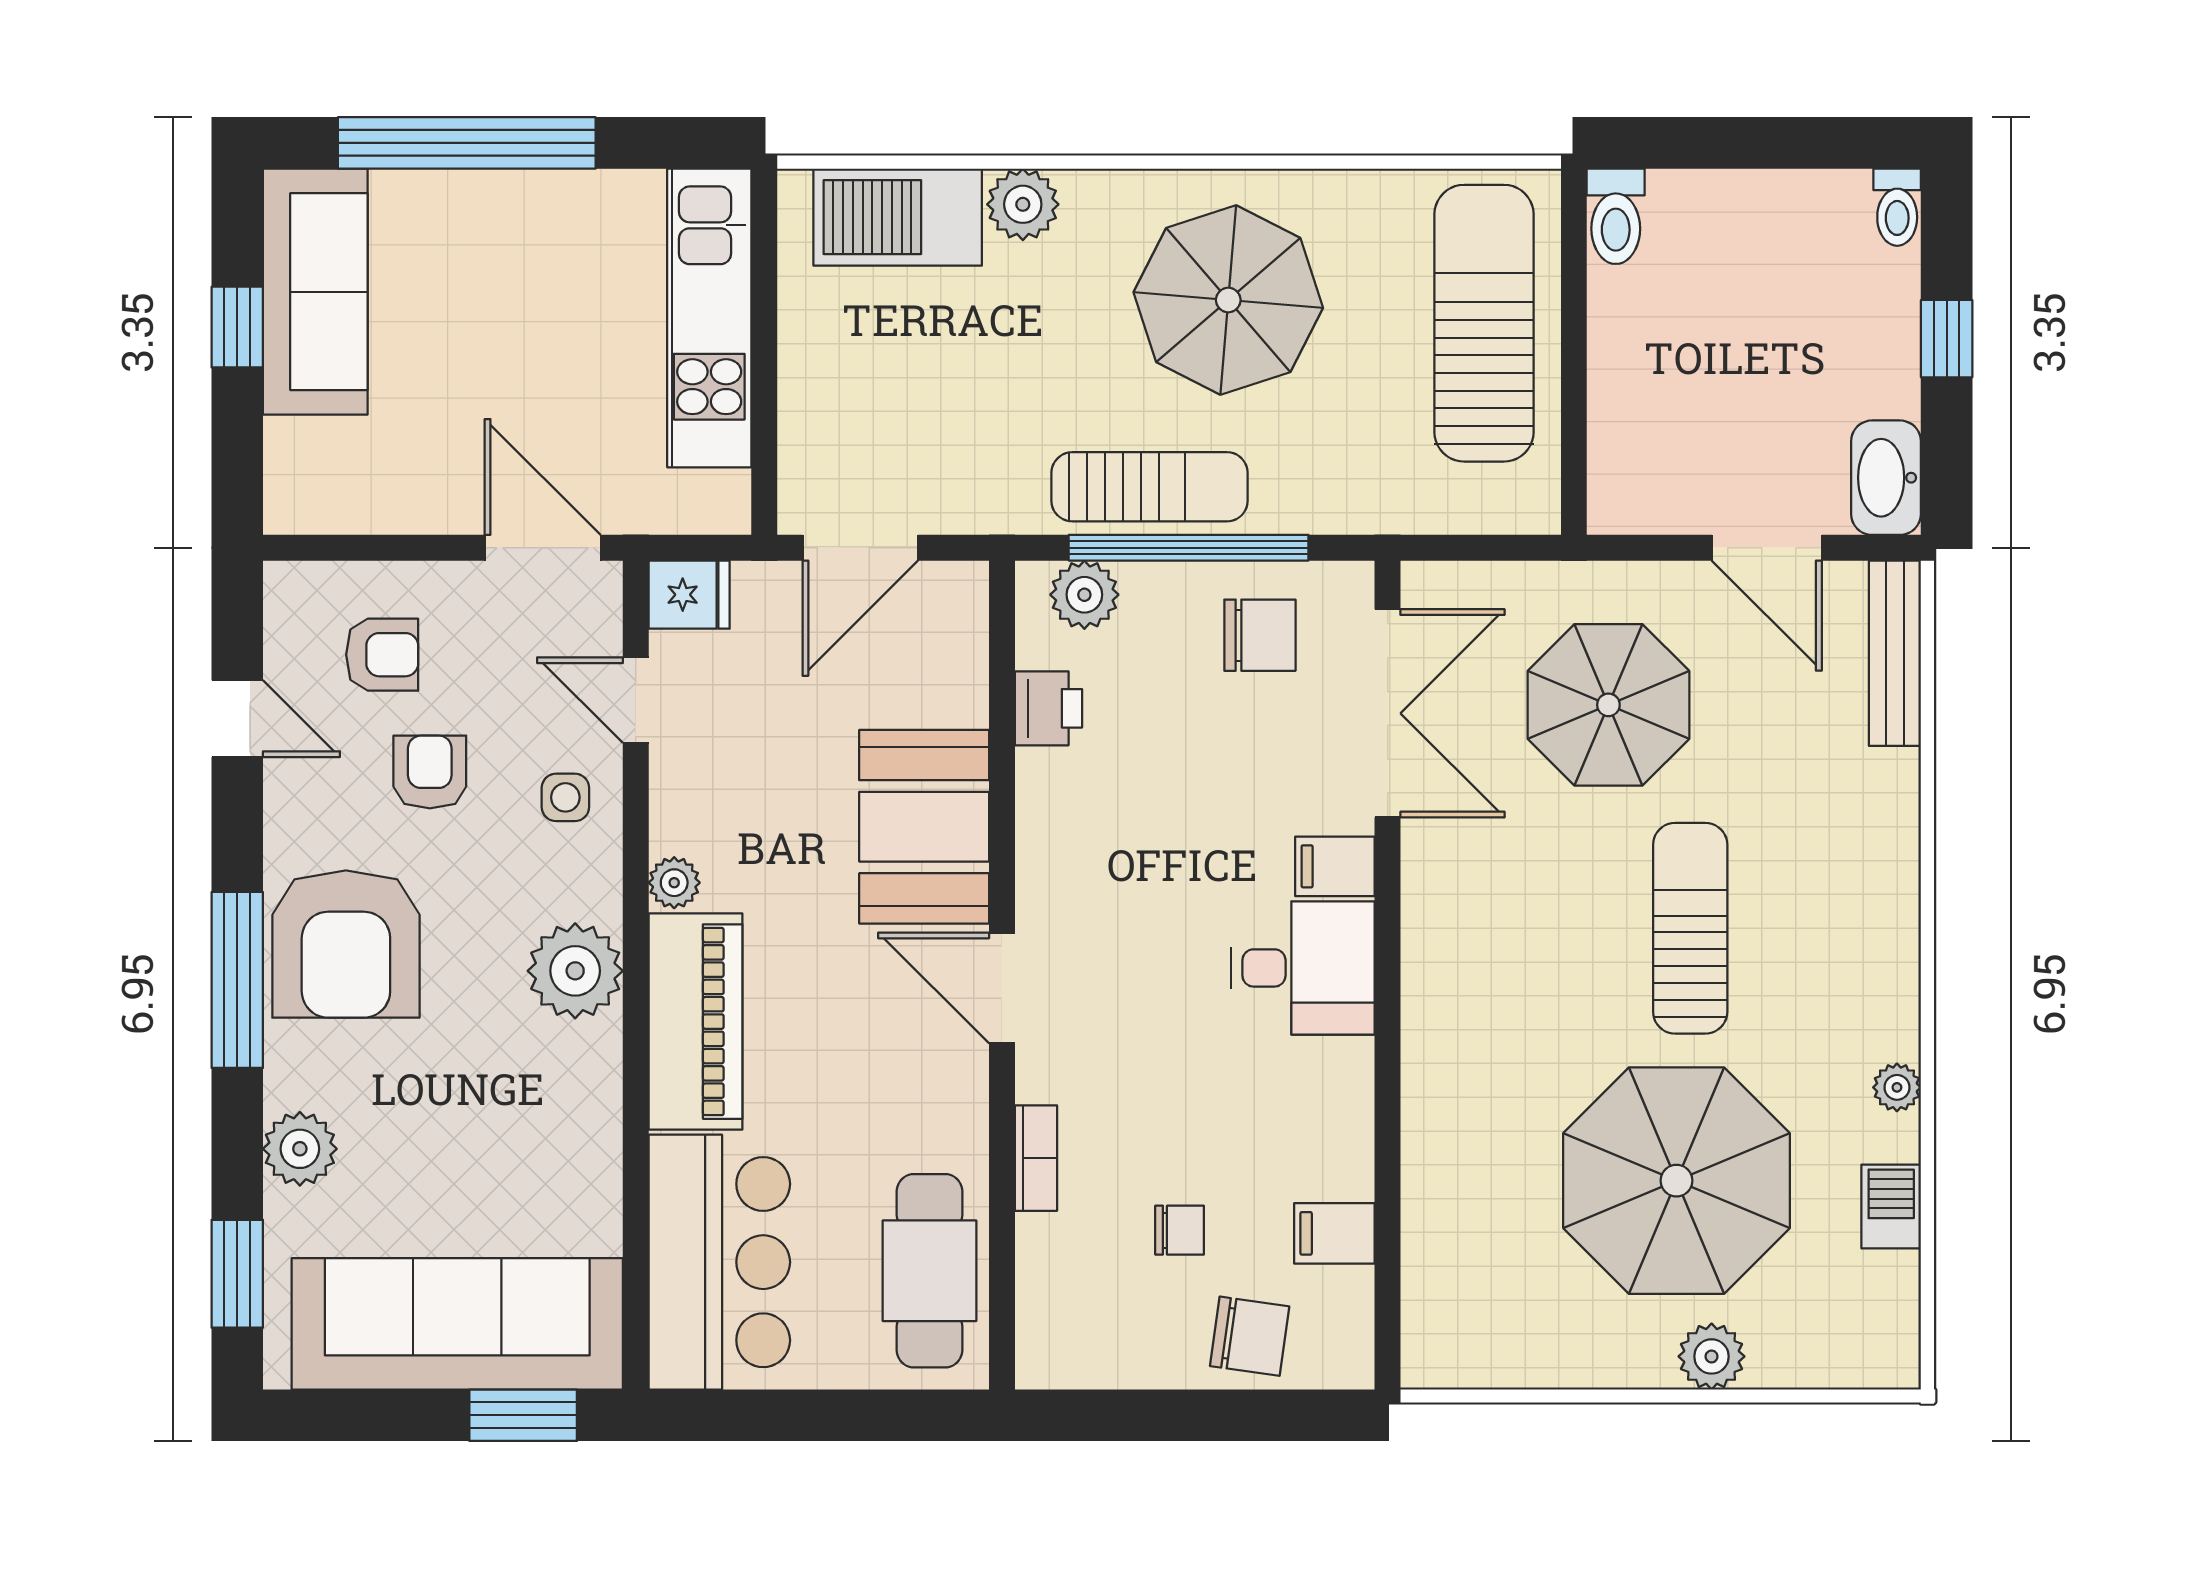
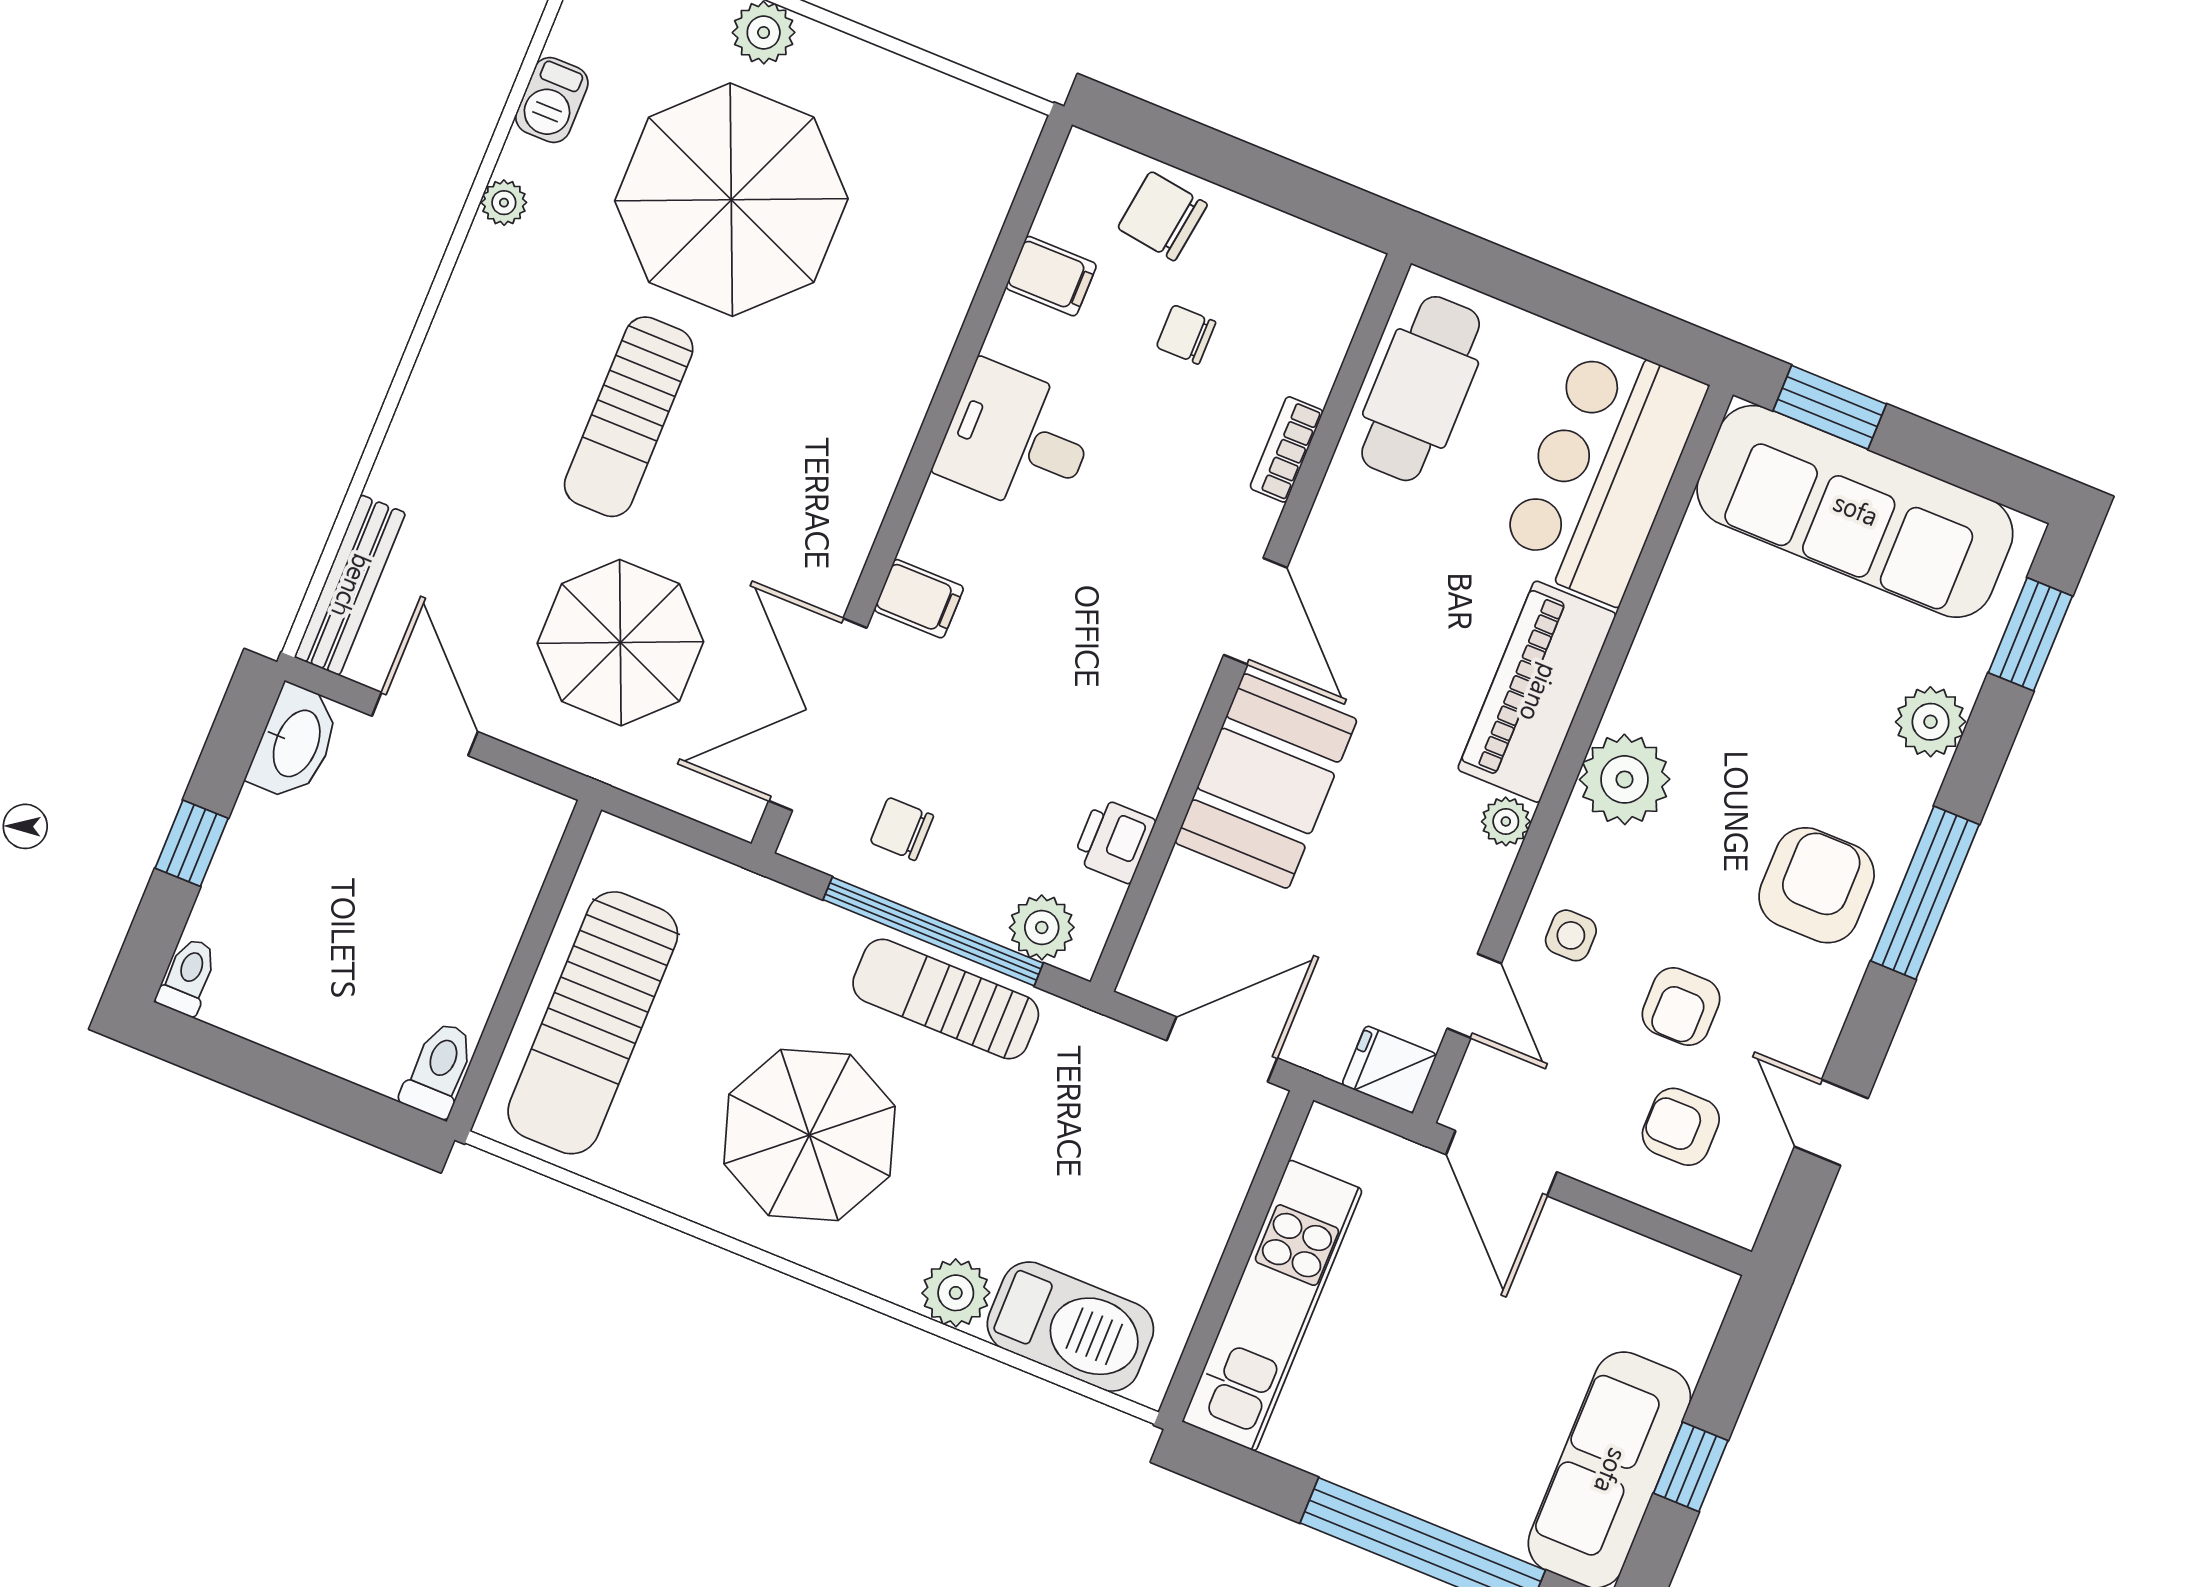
chair: (1260, 635) -> (902, 829), width x0.73, depth x0.73
armchair: (346, 944) -> (1817, 885), width x0.73, depth x0.73
desk: (1303, 968) -> (1017, 439), moved

